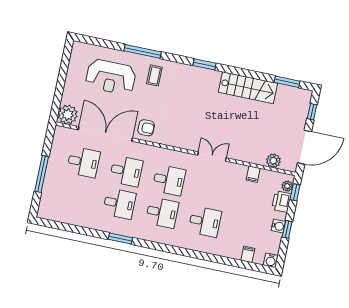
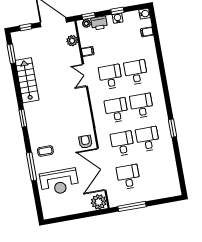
reception desk: (111, 77) -> (59, 182), turned 90
double door: (212, 156) -> (85, 75), moved
window: (42, 174) -> (132, 206), moved
desk: (212, 189) -> (110, 77), added

